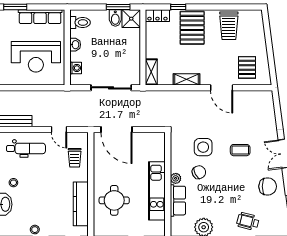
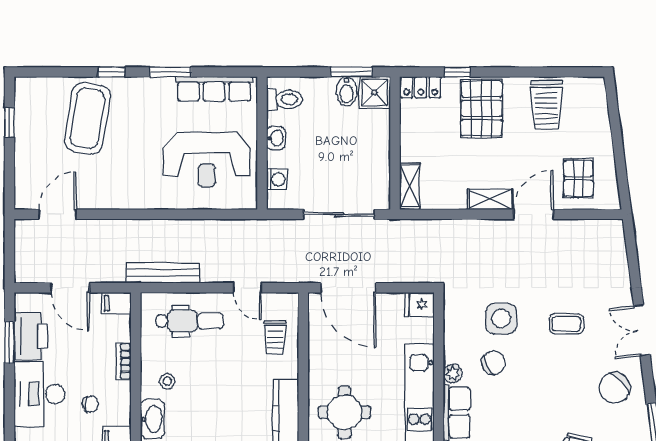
shelving: (186, 79) -> (490, 199), moved
door: (222, 88) -> (534, 214), swing flipped
fridge: (157, 139) -> (420, 305), added
chair: (268, 186) -> (615, 388), turned 137

